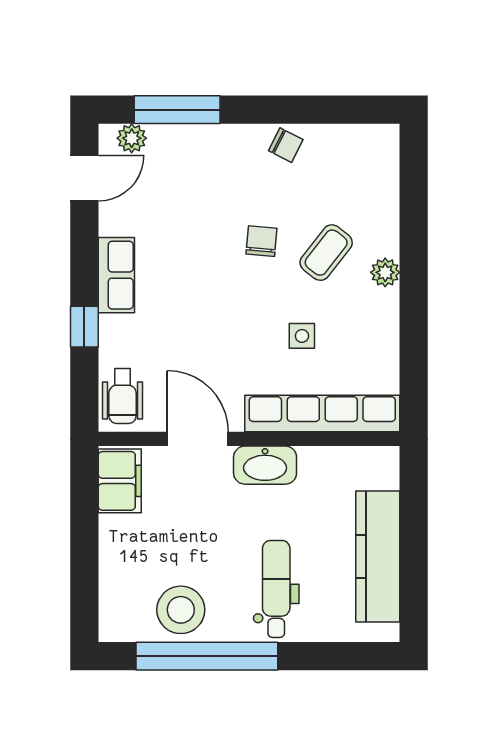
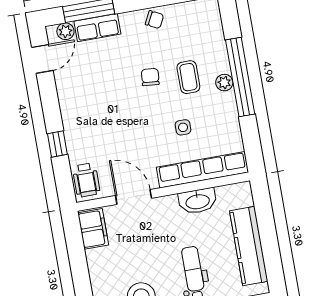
coffee table: (326, 253) -> (188, 77), turned -38
window: (414, 268) -> (240, 77), added
row of seats: (116, 275) -> (97, 28), moved, turned 90
washbasin: (265, 465) -> (198, 201), moved

